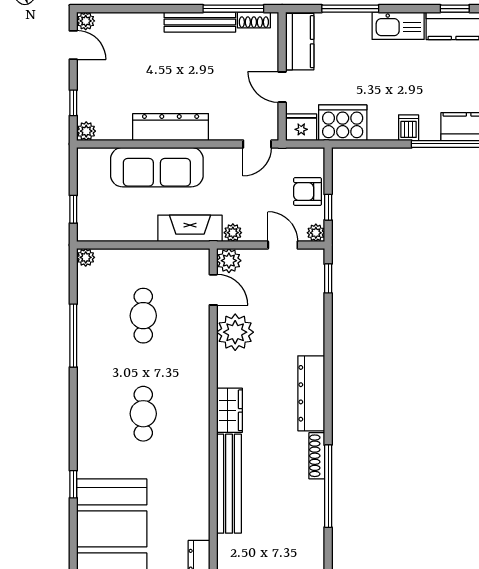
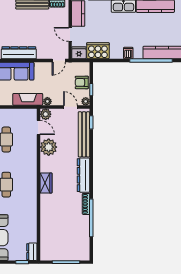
bench: (229, 484) -> (84, 134), moved

